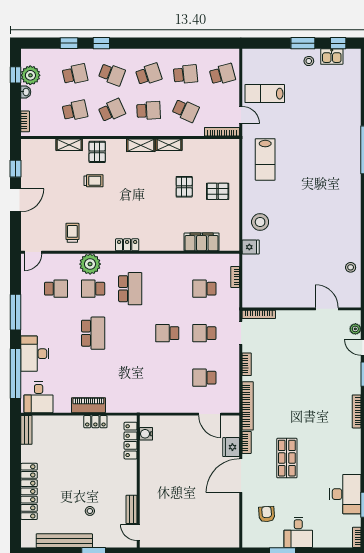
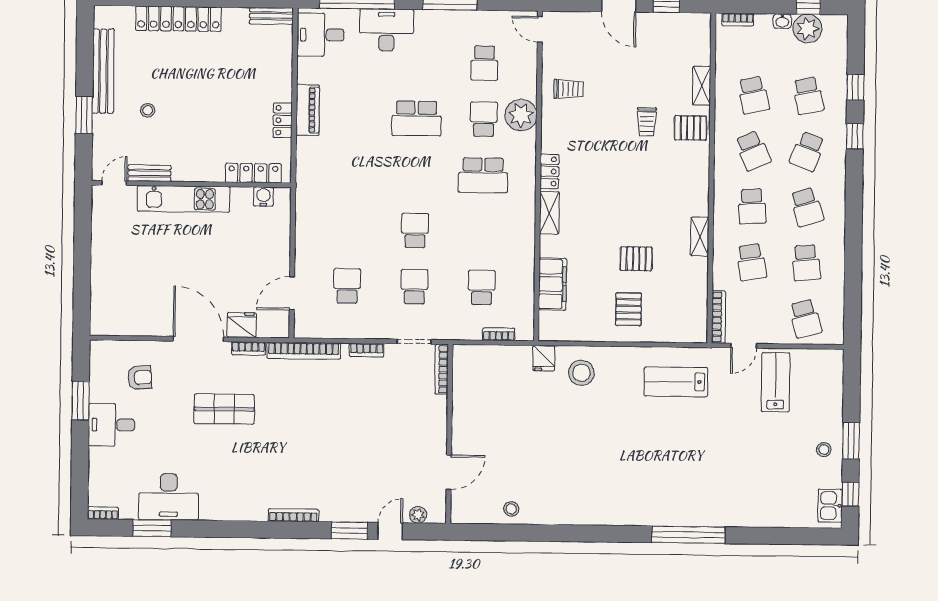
kitchen sink: (332, 56) -> (830, 506), moved
school desk: (185, 110) -> (751, 262), turned -33
shelving: (141, 145) -> (549, 213), moved
kitchen unit: (148, 487) -> (184, 199), added

